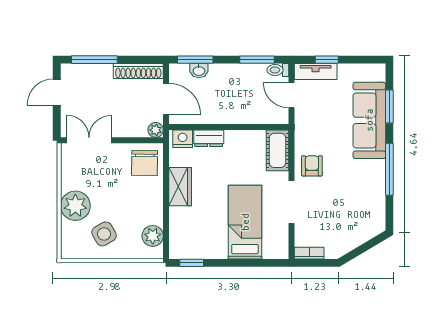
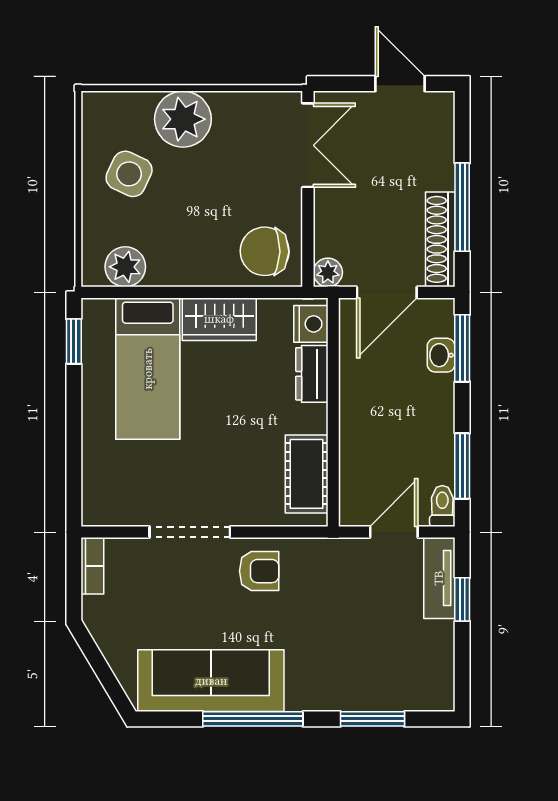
window: (94, 60) -> (462, 207), moved
sofa: (369, 120) -> (211, 681), moved
cot: (277, 150) -> (307, 474), moved, turned 90
bed: (245, 222) -> (148, 369), moved, turned 90
side table: (104, 234) -> (129, 174), turned -35

